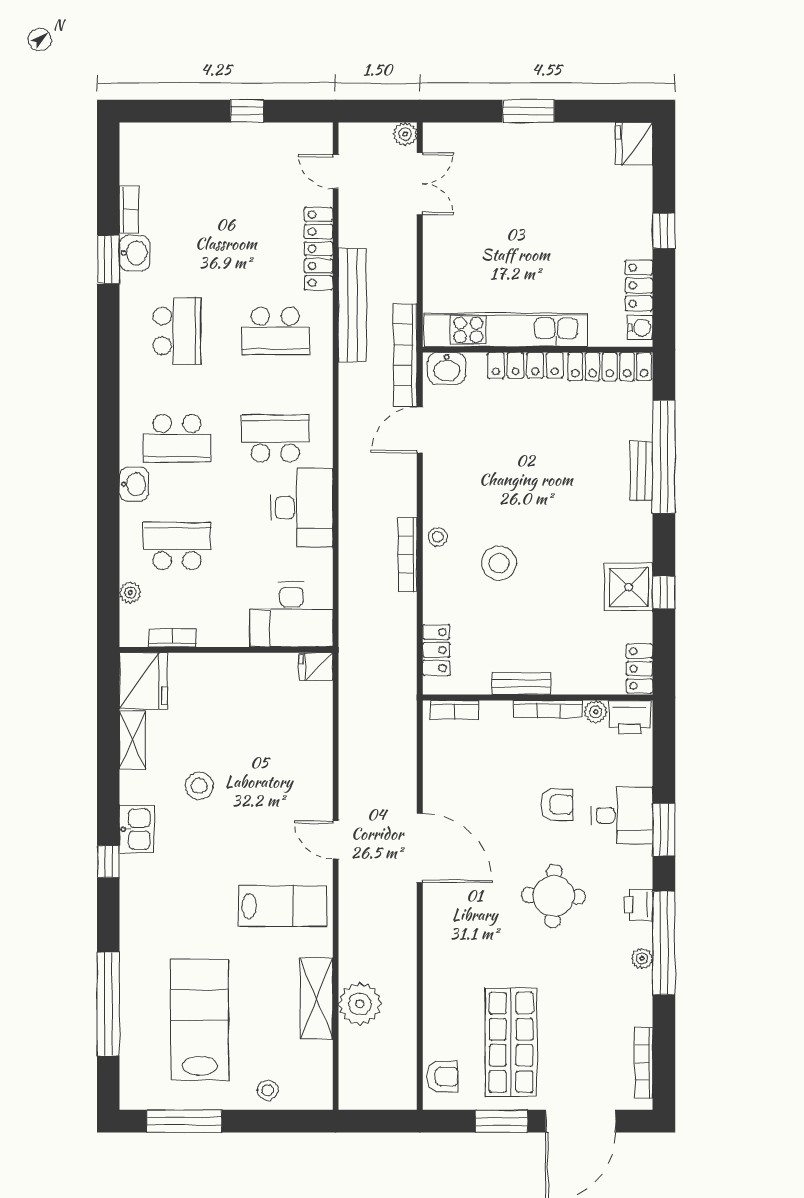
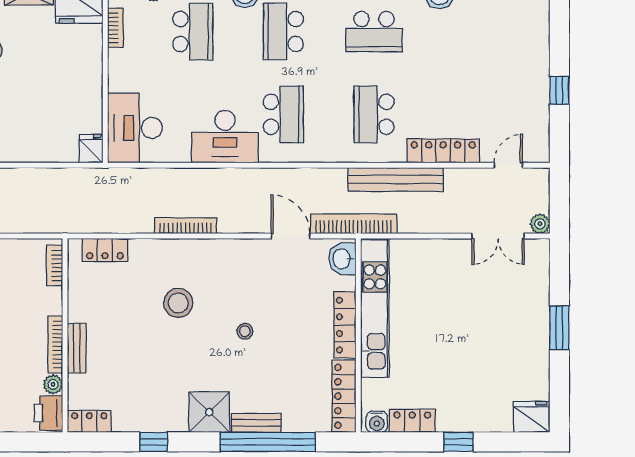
stool: (438, 537) -> (245, 331), moved
shower: (629, 587) -> (209, 412), moved
bench: (521, 684) -> (77, 348), moved

